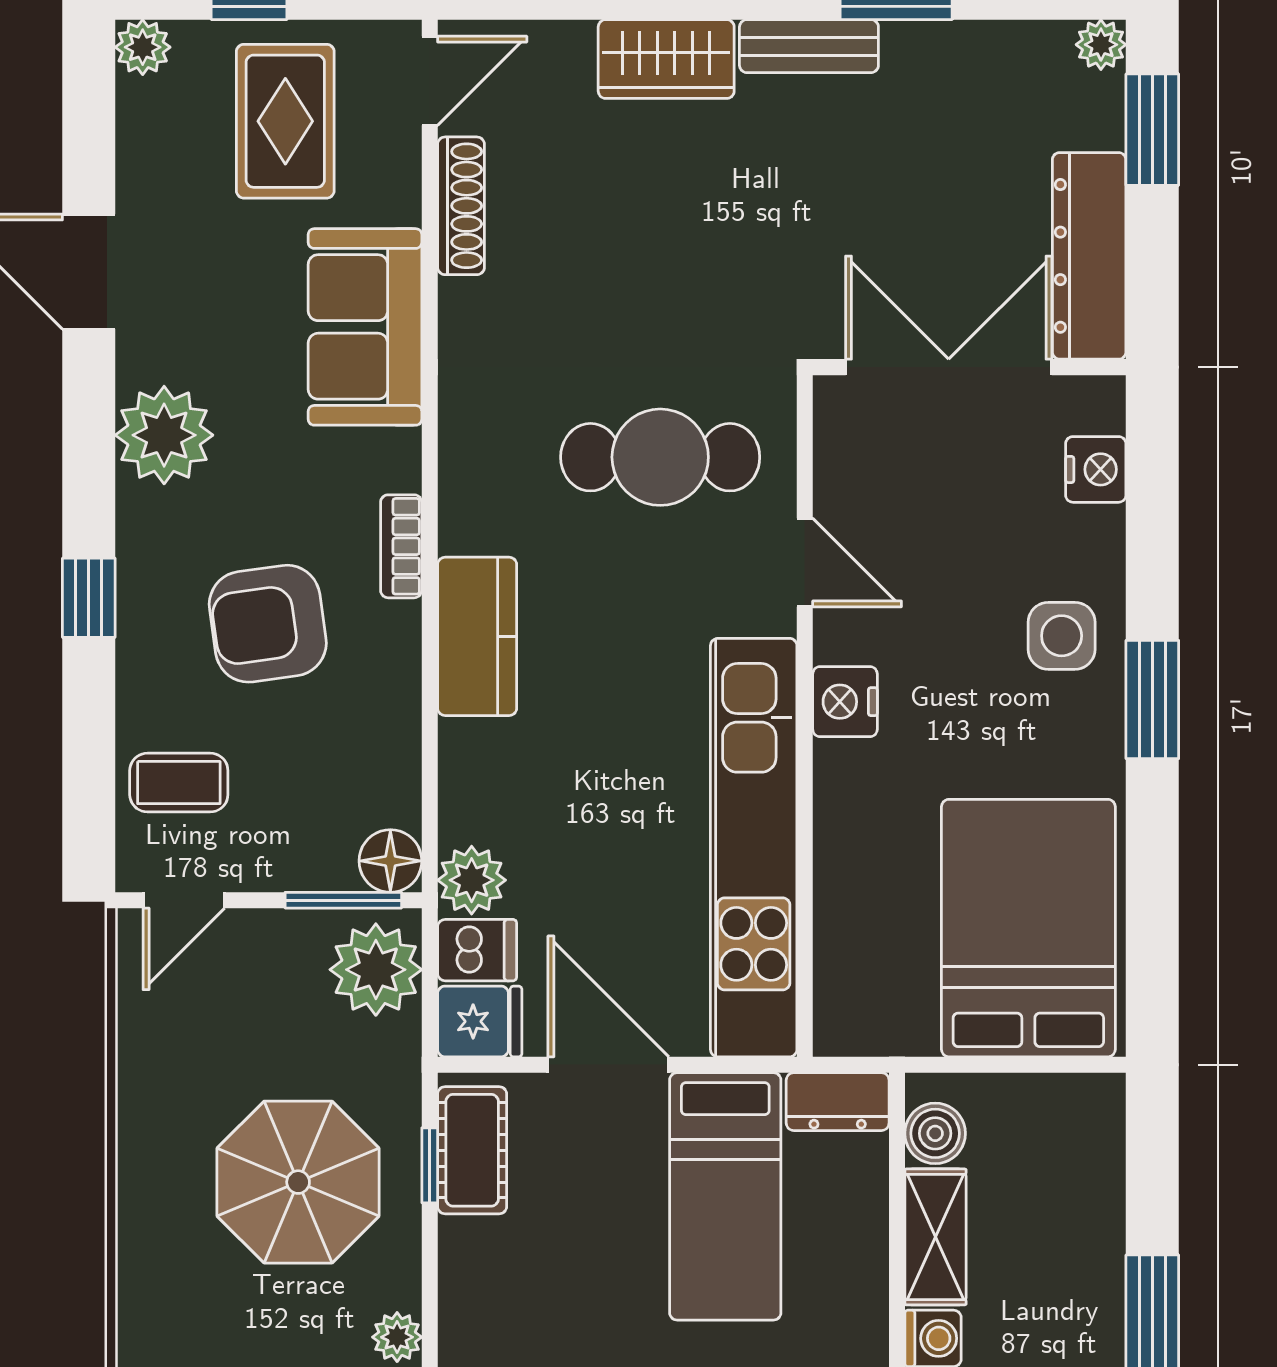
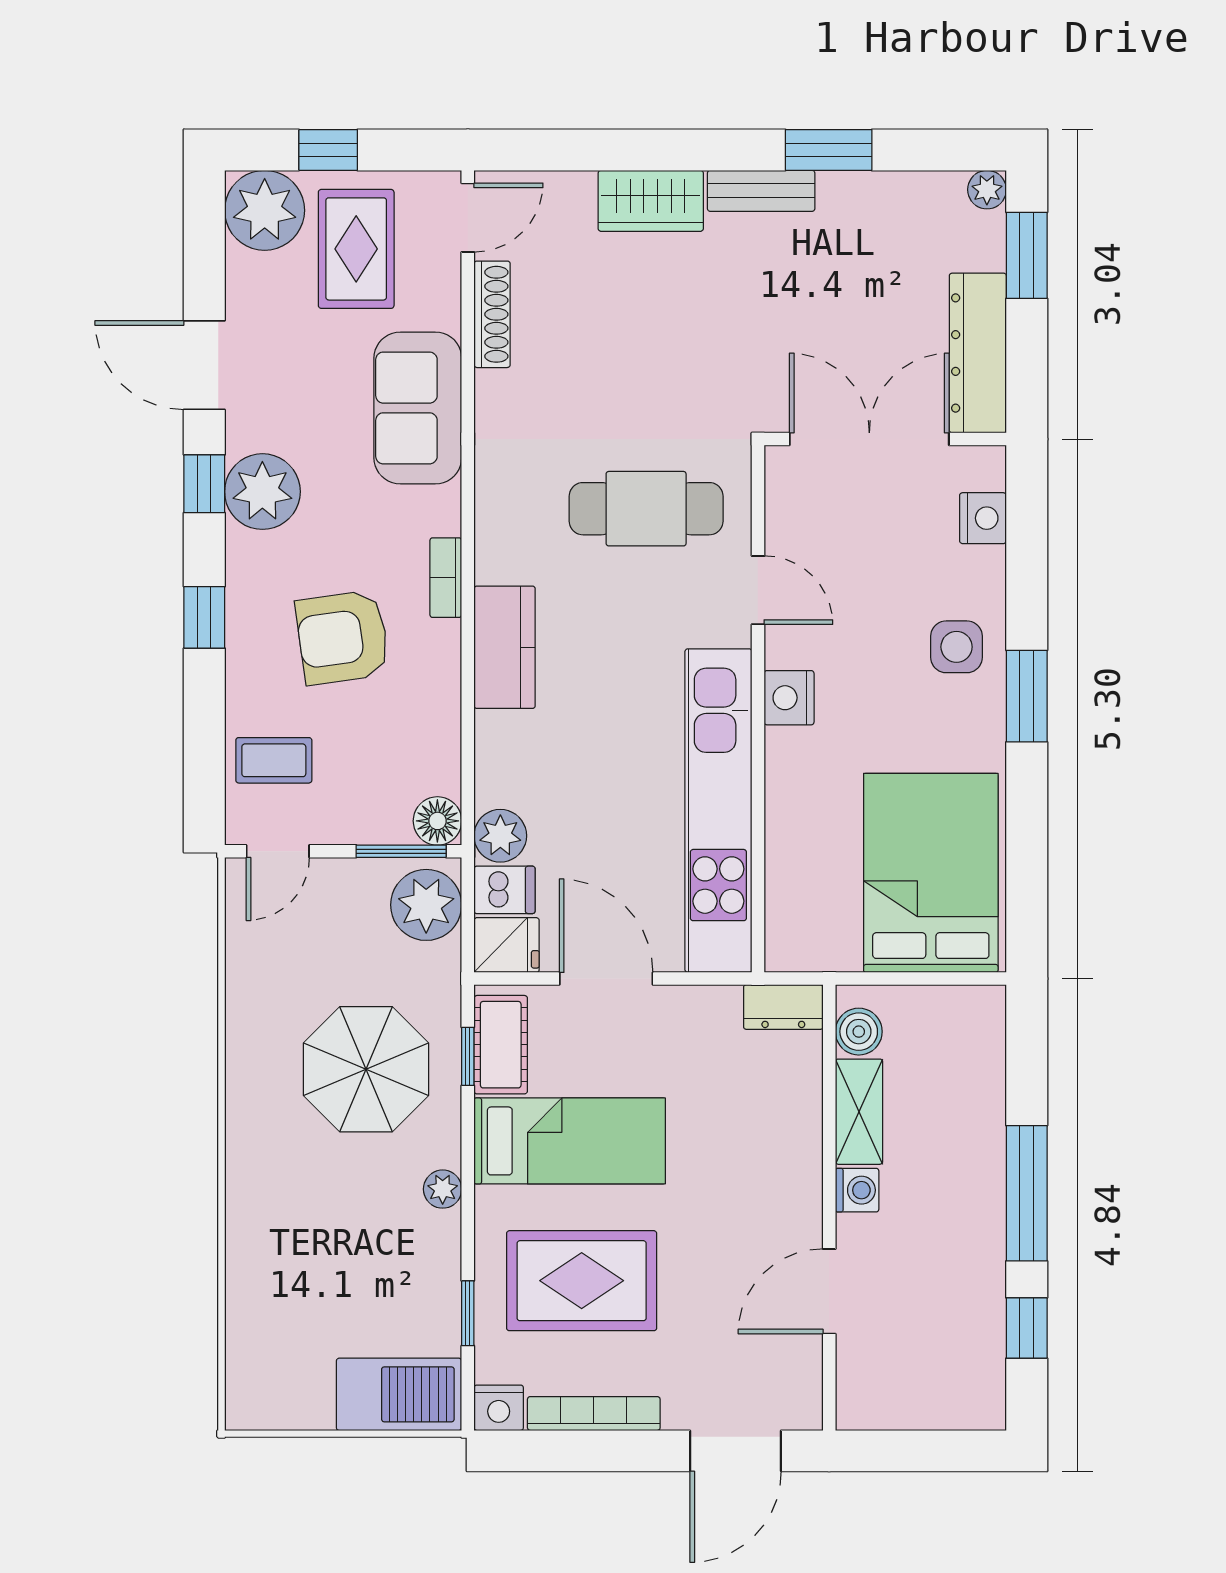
plant: (143, 47) -> (265, 210), width x1.88, depth x1.88
window: (89, 425) -> (204, 484), added
bed: (725, 1196) -> (570, 1141), moved, turned -90

